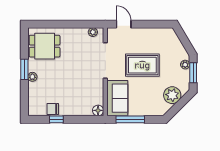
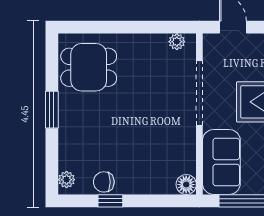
plant: (32, 77) -> (67, 180), moved

